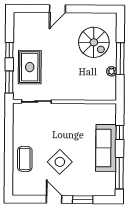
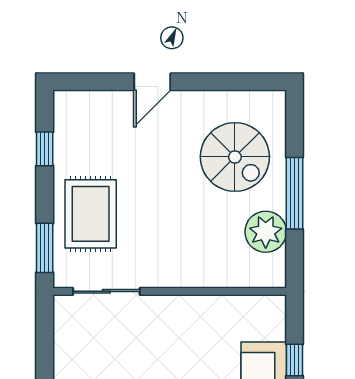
window: (9, 50) -> (45, 149), moved
plant: (112, 71) -> (266, 232), width x1.87, depth x1.87

